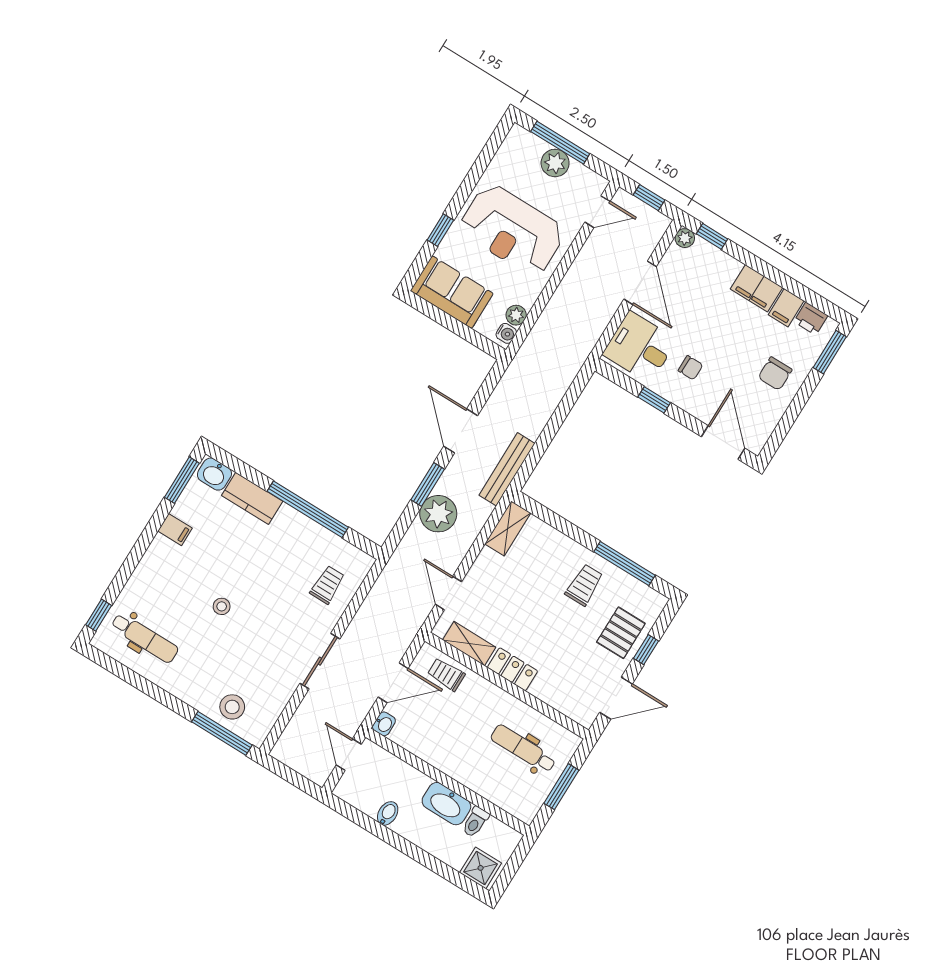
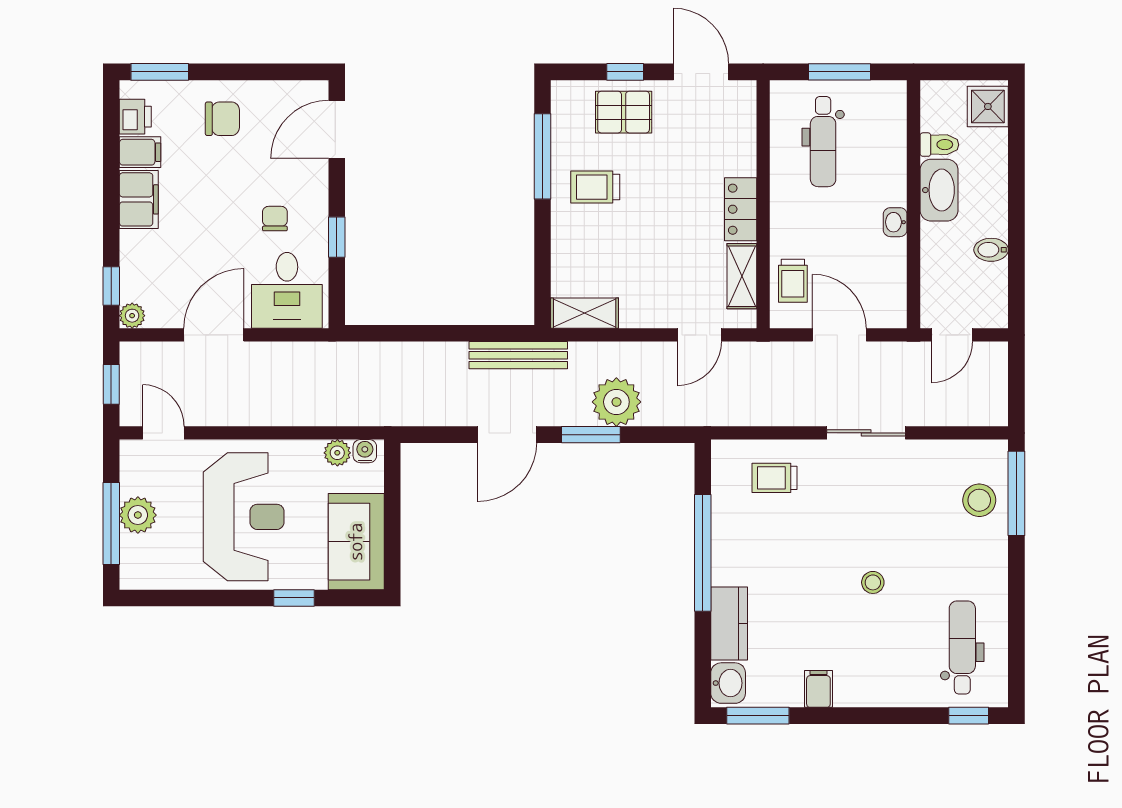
washbasin: (384, 724) -> (895, 222), moved, turned -90

